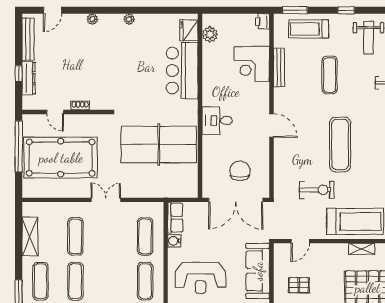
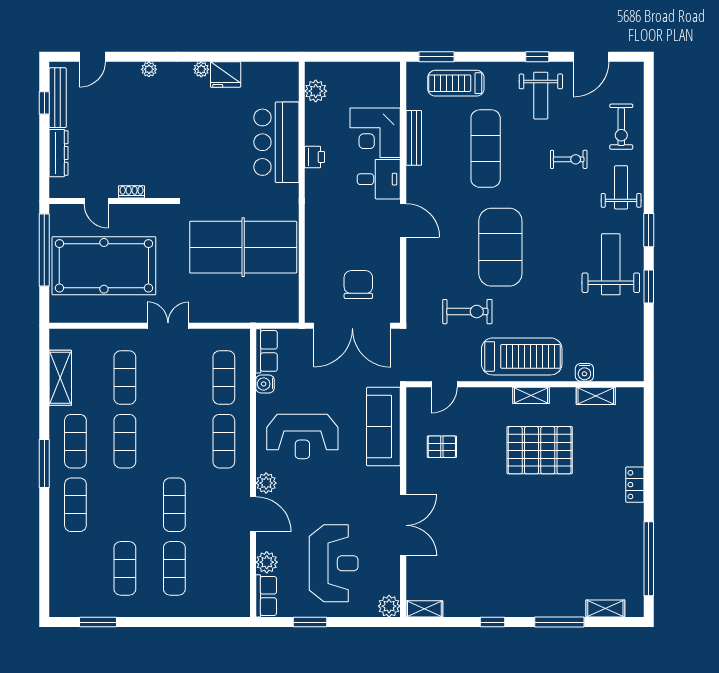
window: (346, 10) -> (537, 57), moved
printer: (262, 21) -> (315, 157), moved, turned 180
fridge: (189, 30) -> (226, 75), moved, turned -90
window: (19, 74) -> (44, 103), moved
exercise mat: (330, 75) -> (486, 149), width x1.36, depth x1.45
desk: (217, 120) -> (379, 179), moved, turned 180
exercise mat: (340, 144) -> (500, 247), width x1.47

